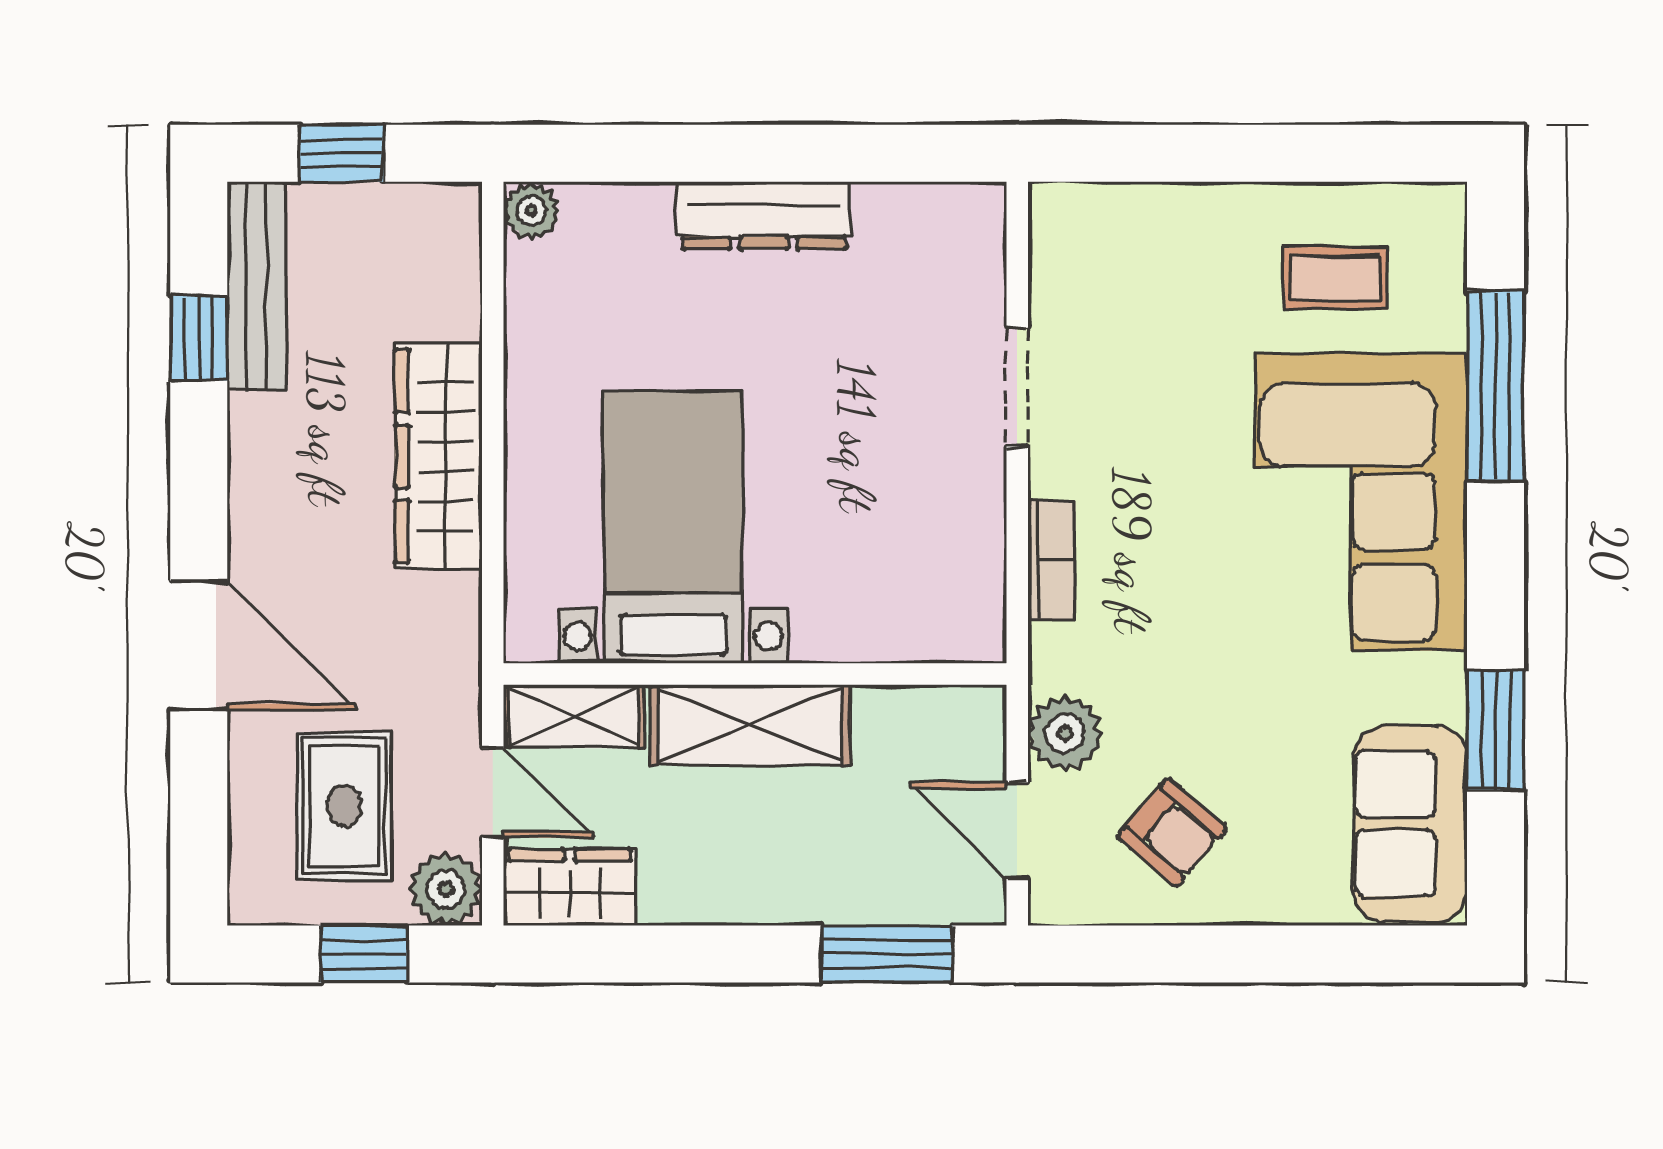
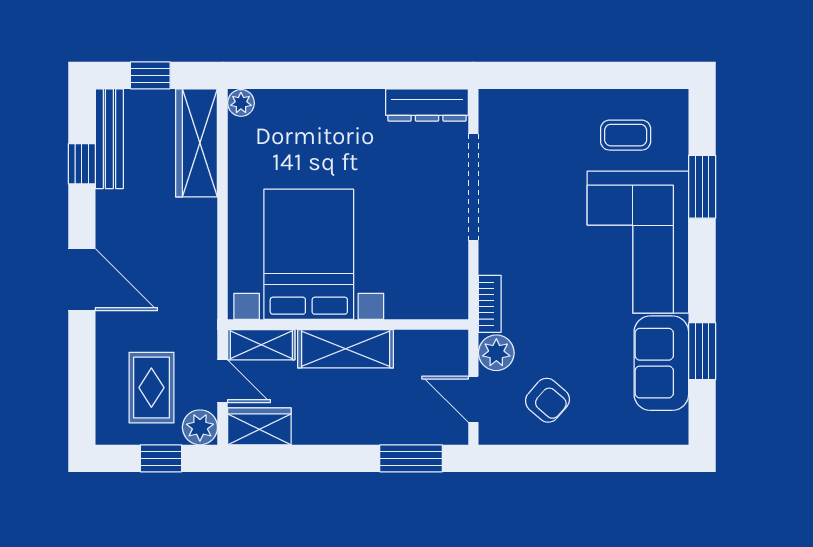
dresser: (764, 215) -> (427, 105), moved
window: (1496, 386) -> (702, 187), width x0.69
doorway: (1017, 387) -> (473, 187), width x1.88
wardrobe: (439, 456) -> (197, 143), moved
bed with nightstands: (673, 527) -> (309, 254), width x1.36
bookcase: (1052, 560) -> (490, 304), moved
door: (199, 645) -> (82, 280), moved
sofa: (1410, 824) -> (661, 363), moved

